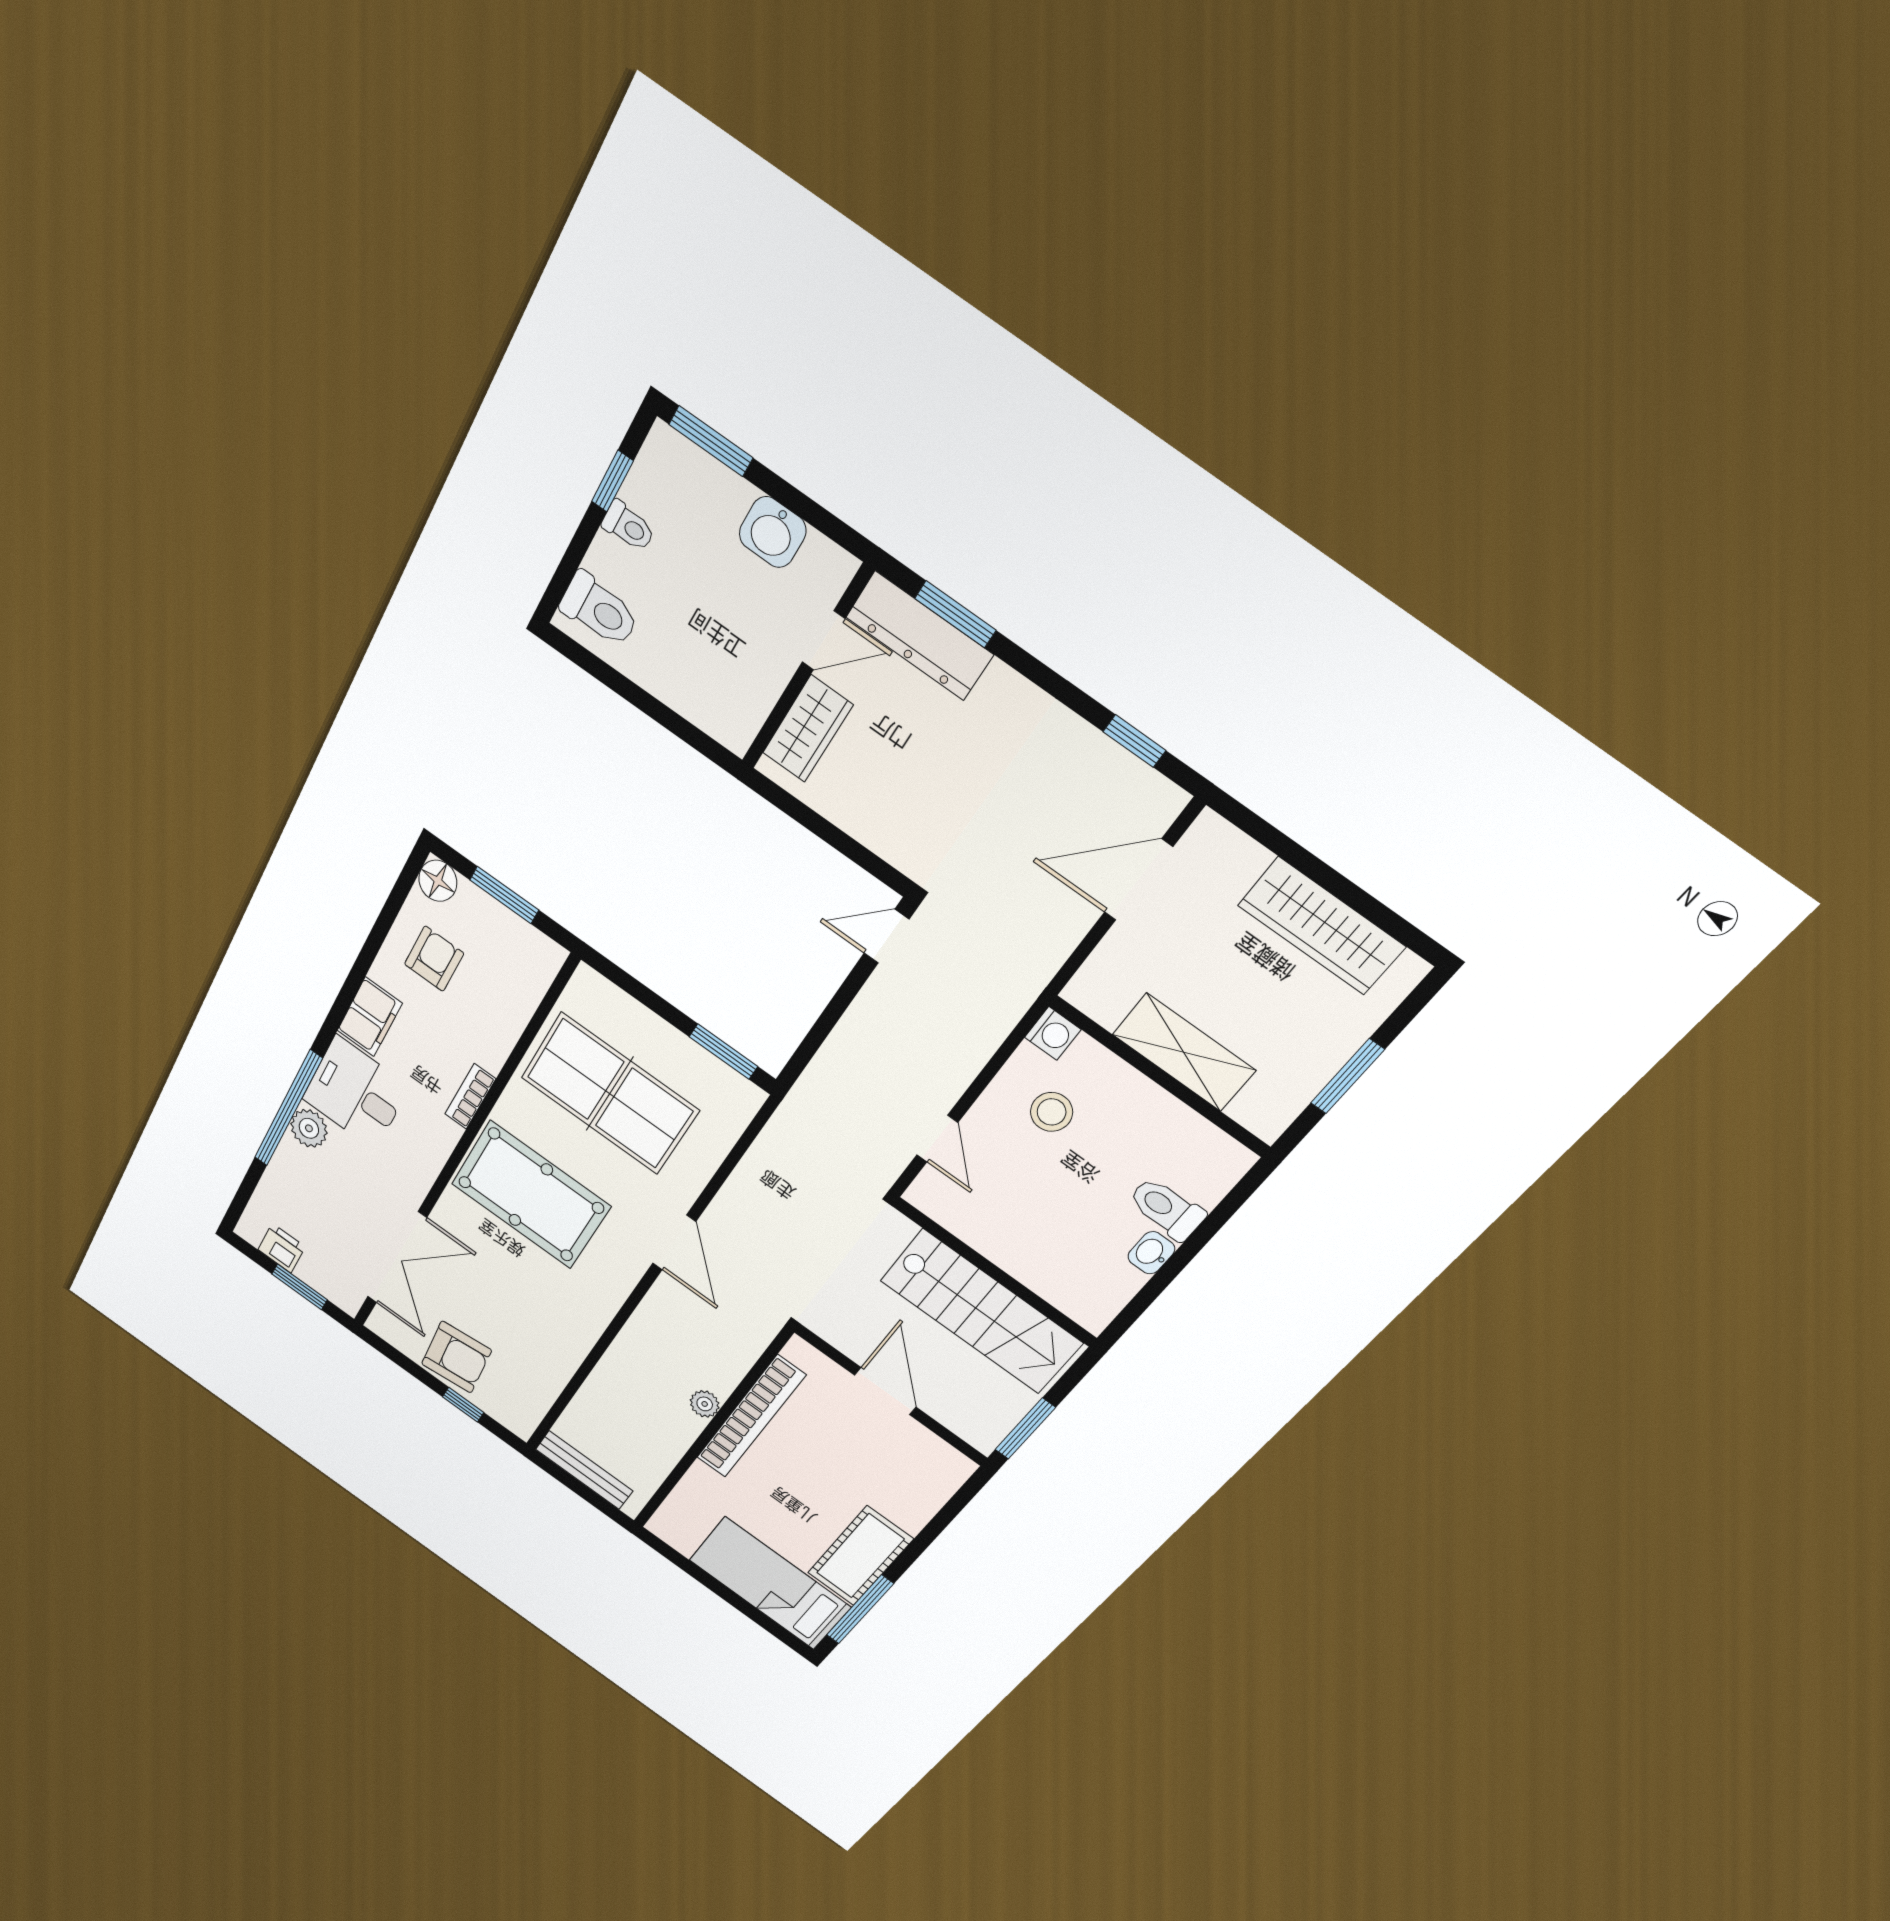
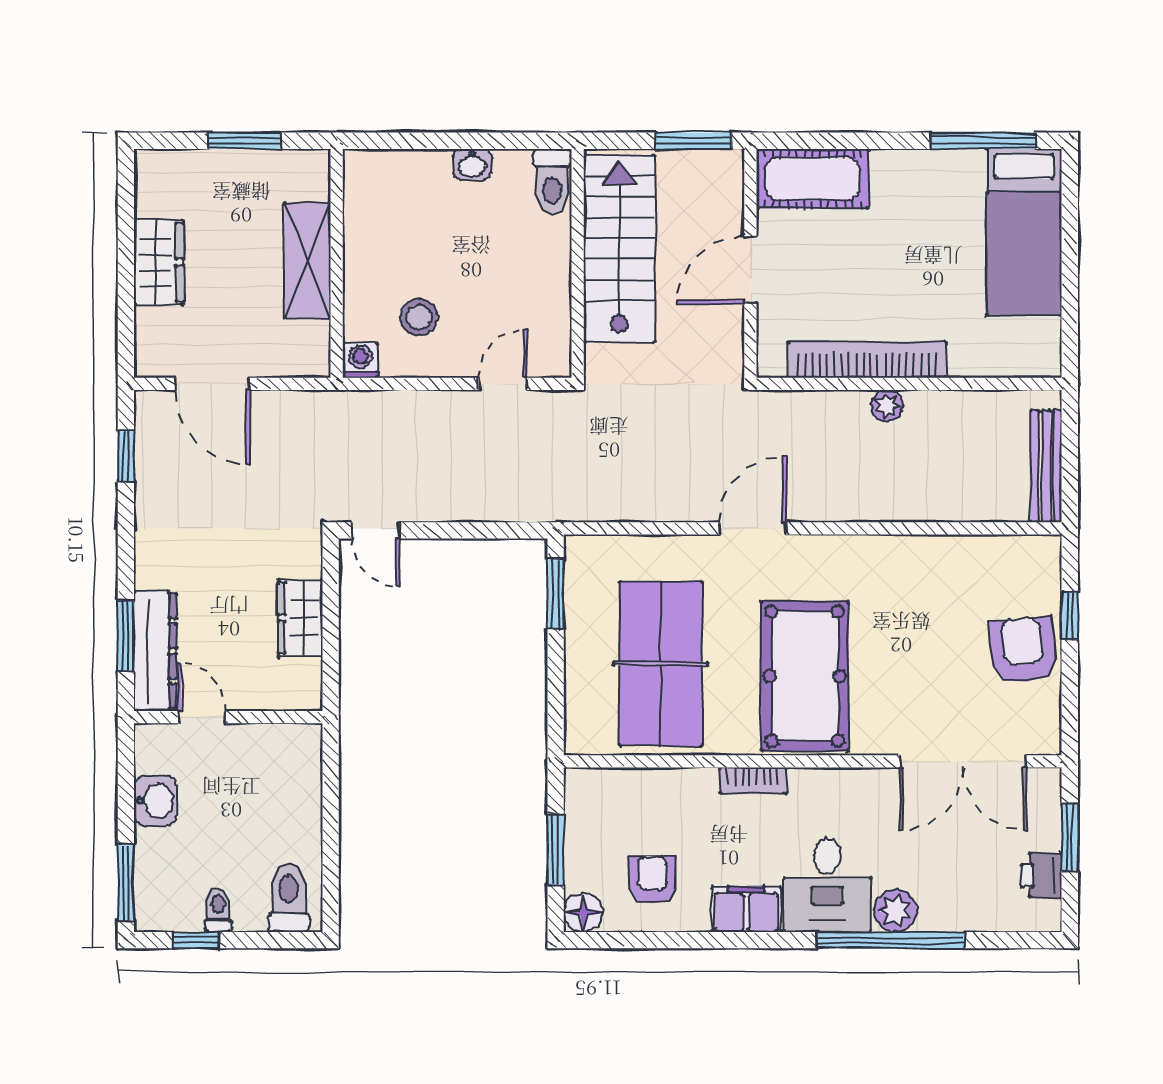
wardrobe: (808, 729) -> (300, 618), moved, turned -90
wardrobe: (1321, 926) -> (159, 262), width x0.67
armchair: (434, 959) -> (652, 880), turned 90
toilet: (1166, 1209) -> (552, 181), moved
double door: (397, 1258) -> (963, 761), swing flipped
cot: (860, 1556) -> (813, 179), moved

